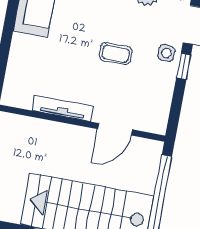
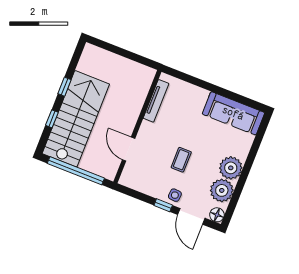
tv unit: (63, 108) -> (156, 101), moved

